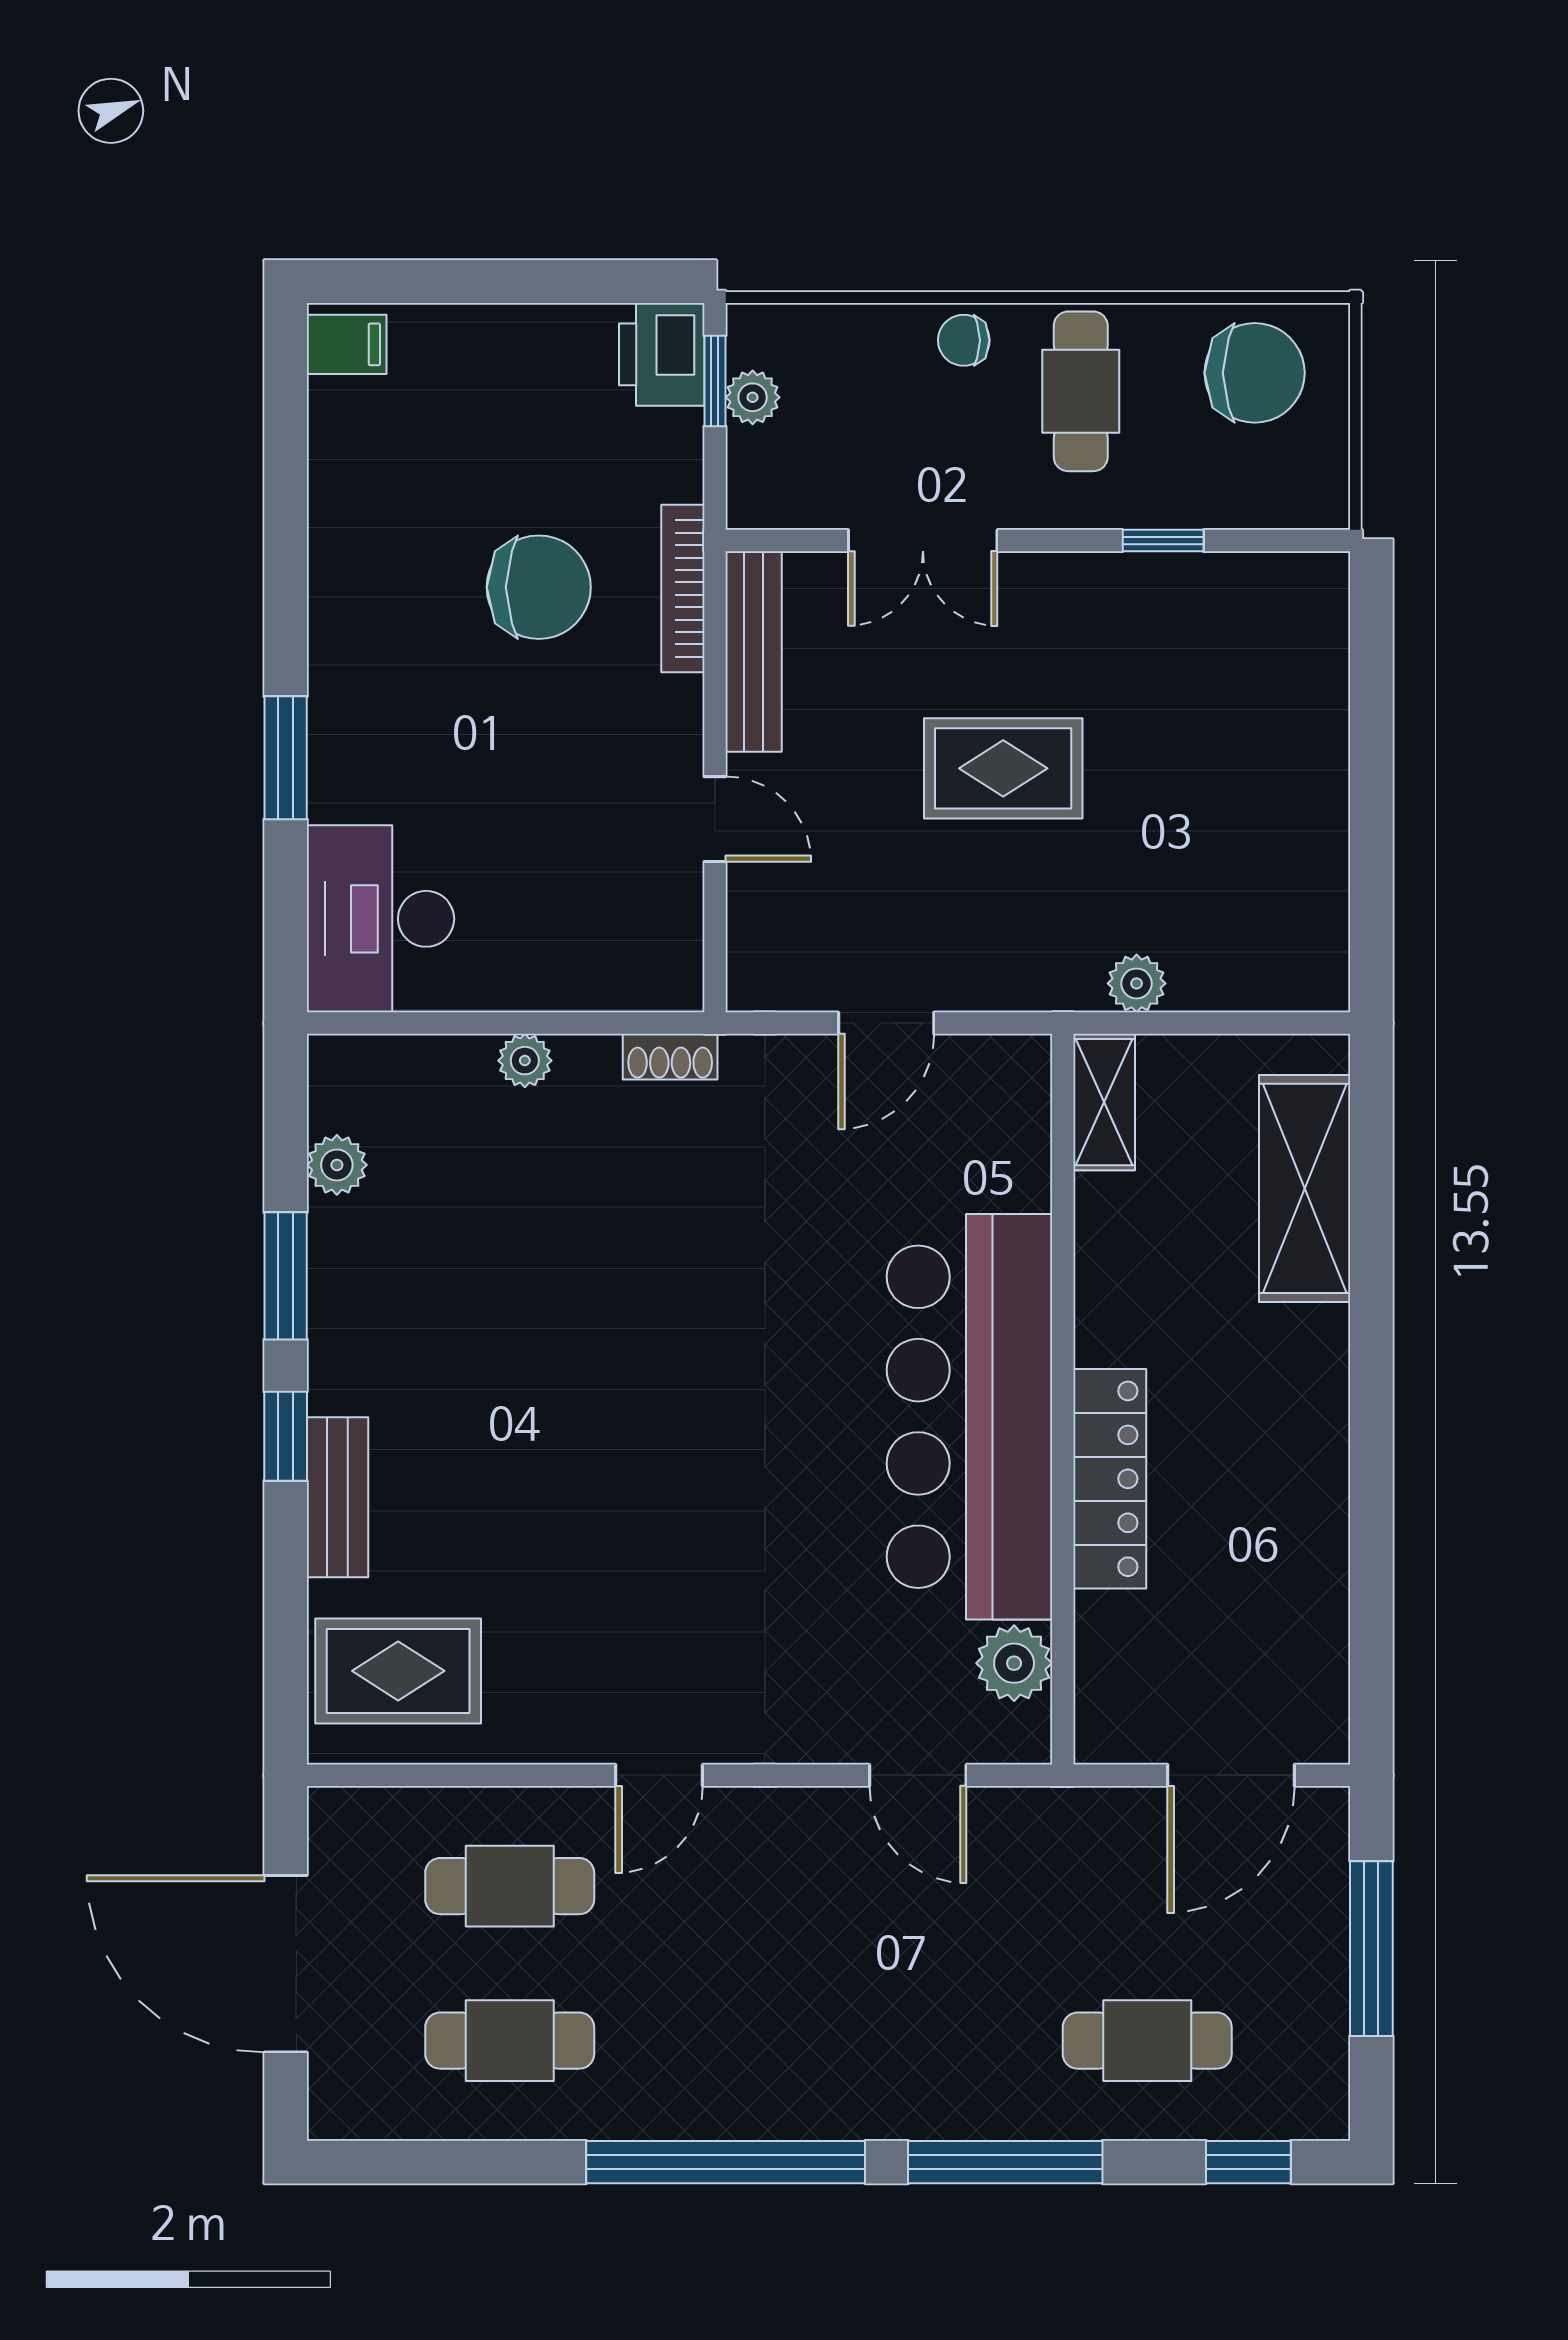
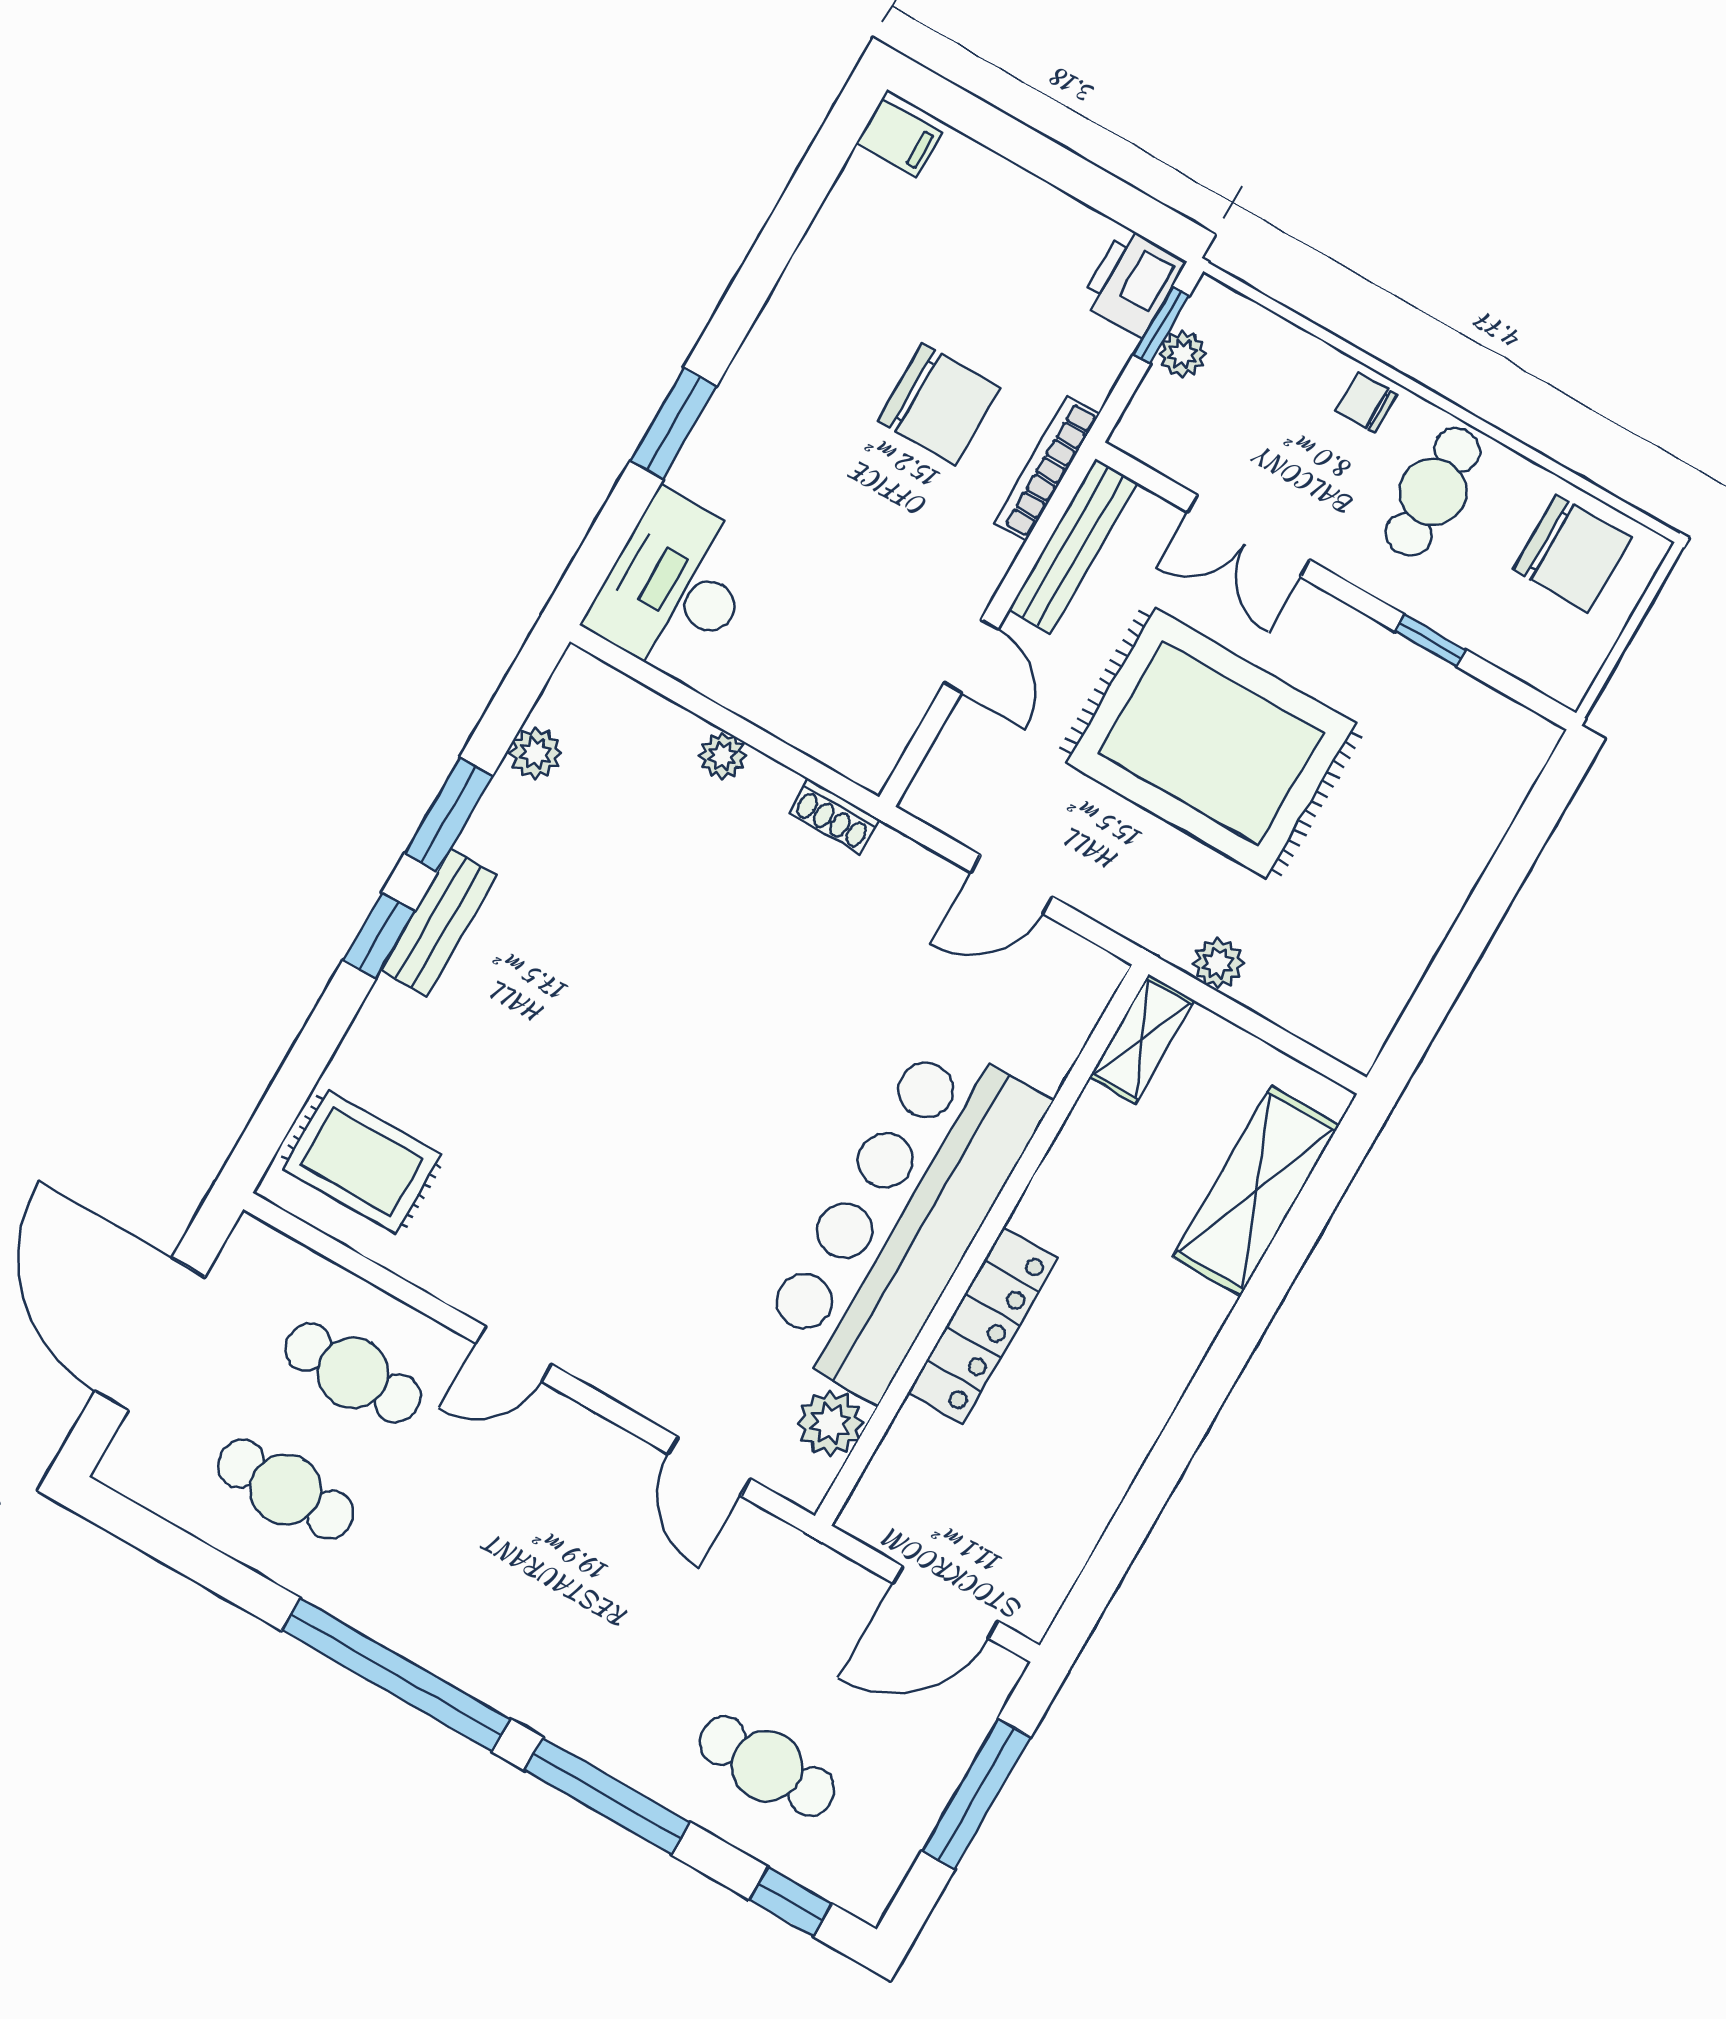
rug: (1003, 768) -> (1211, 743), width x1.86, depth x2.06
bench: (338, 1497) -> (439, 922), moved

